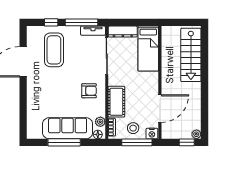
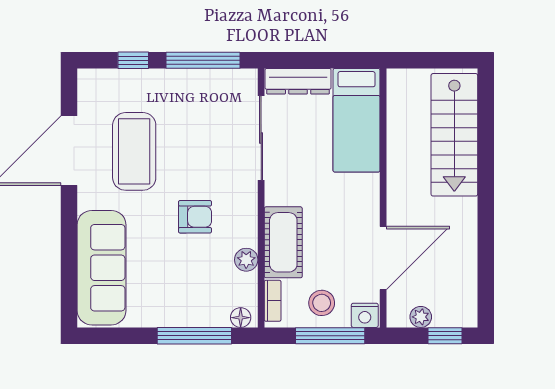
tv unit: (93, 31) -> (230, 79), removed
coffee table: (54, 50) -> (134, 151), moved
armchair: (89, 91) -> (195, 217), moved
plant: (100, 122) -> (246, 260), moved
sofa: (68, 128) -> (102, 268), moved, turned 90
plant: (196, 134) -> (421, 317), moved
window: (64, 142) -> (194, 336), moved

